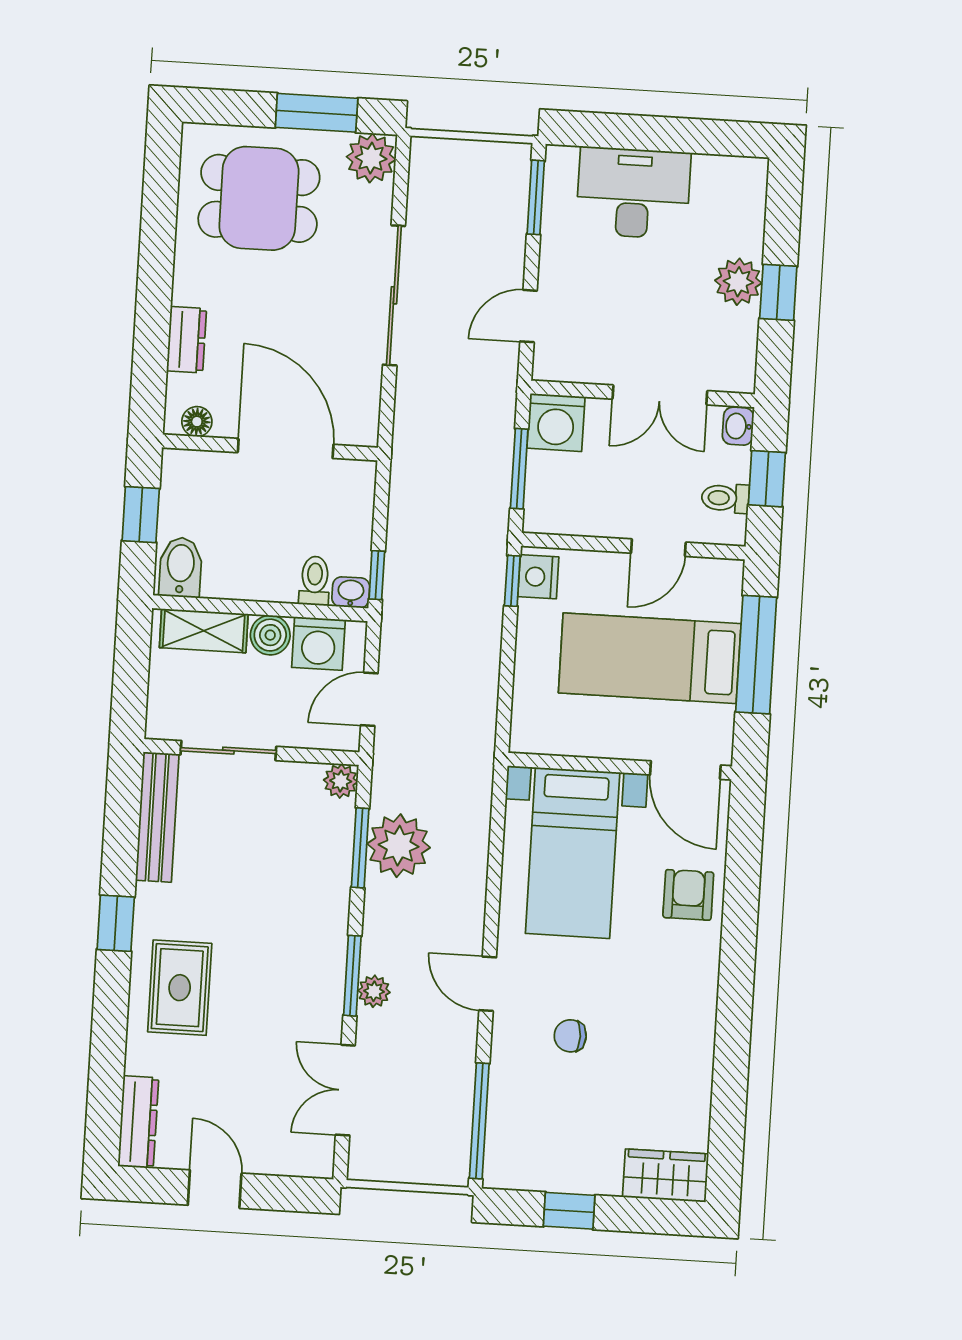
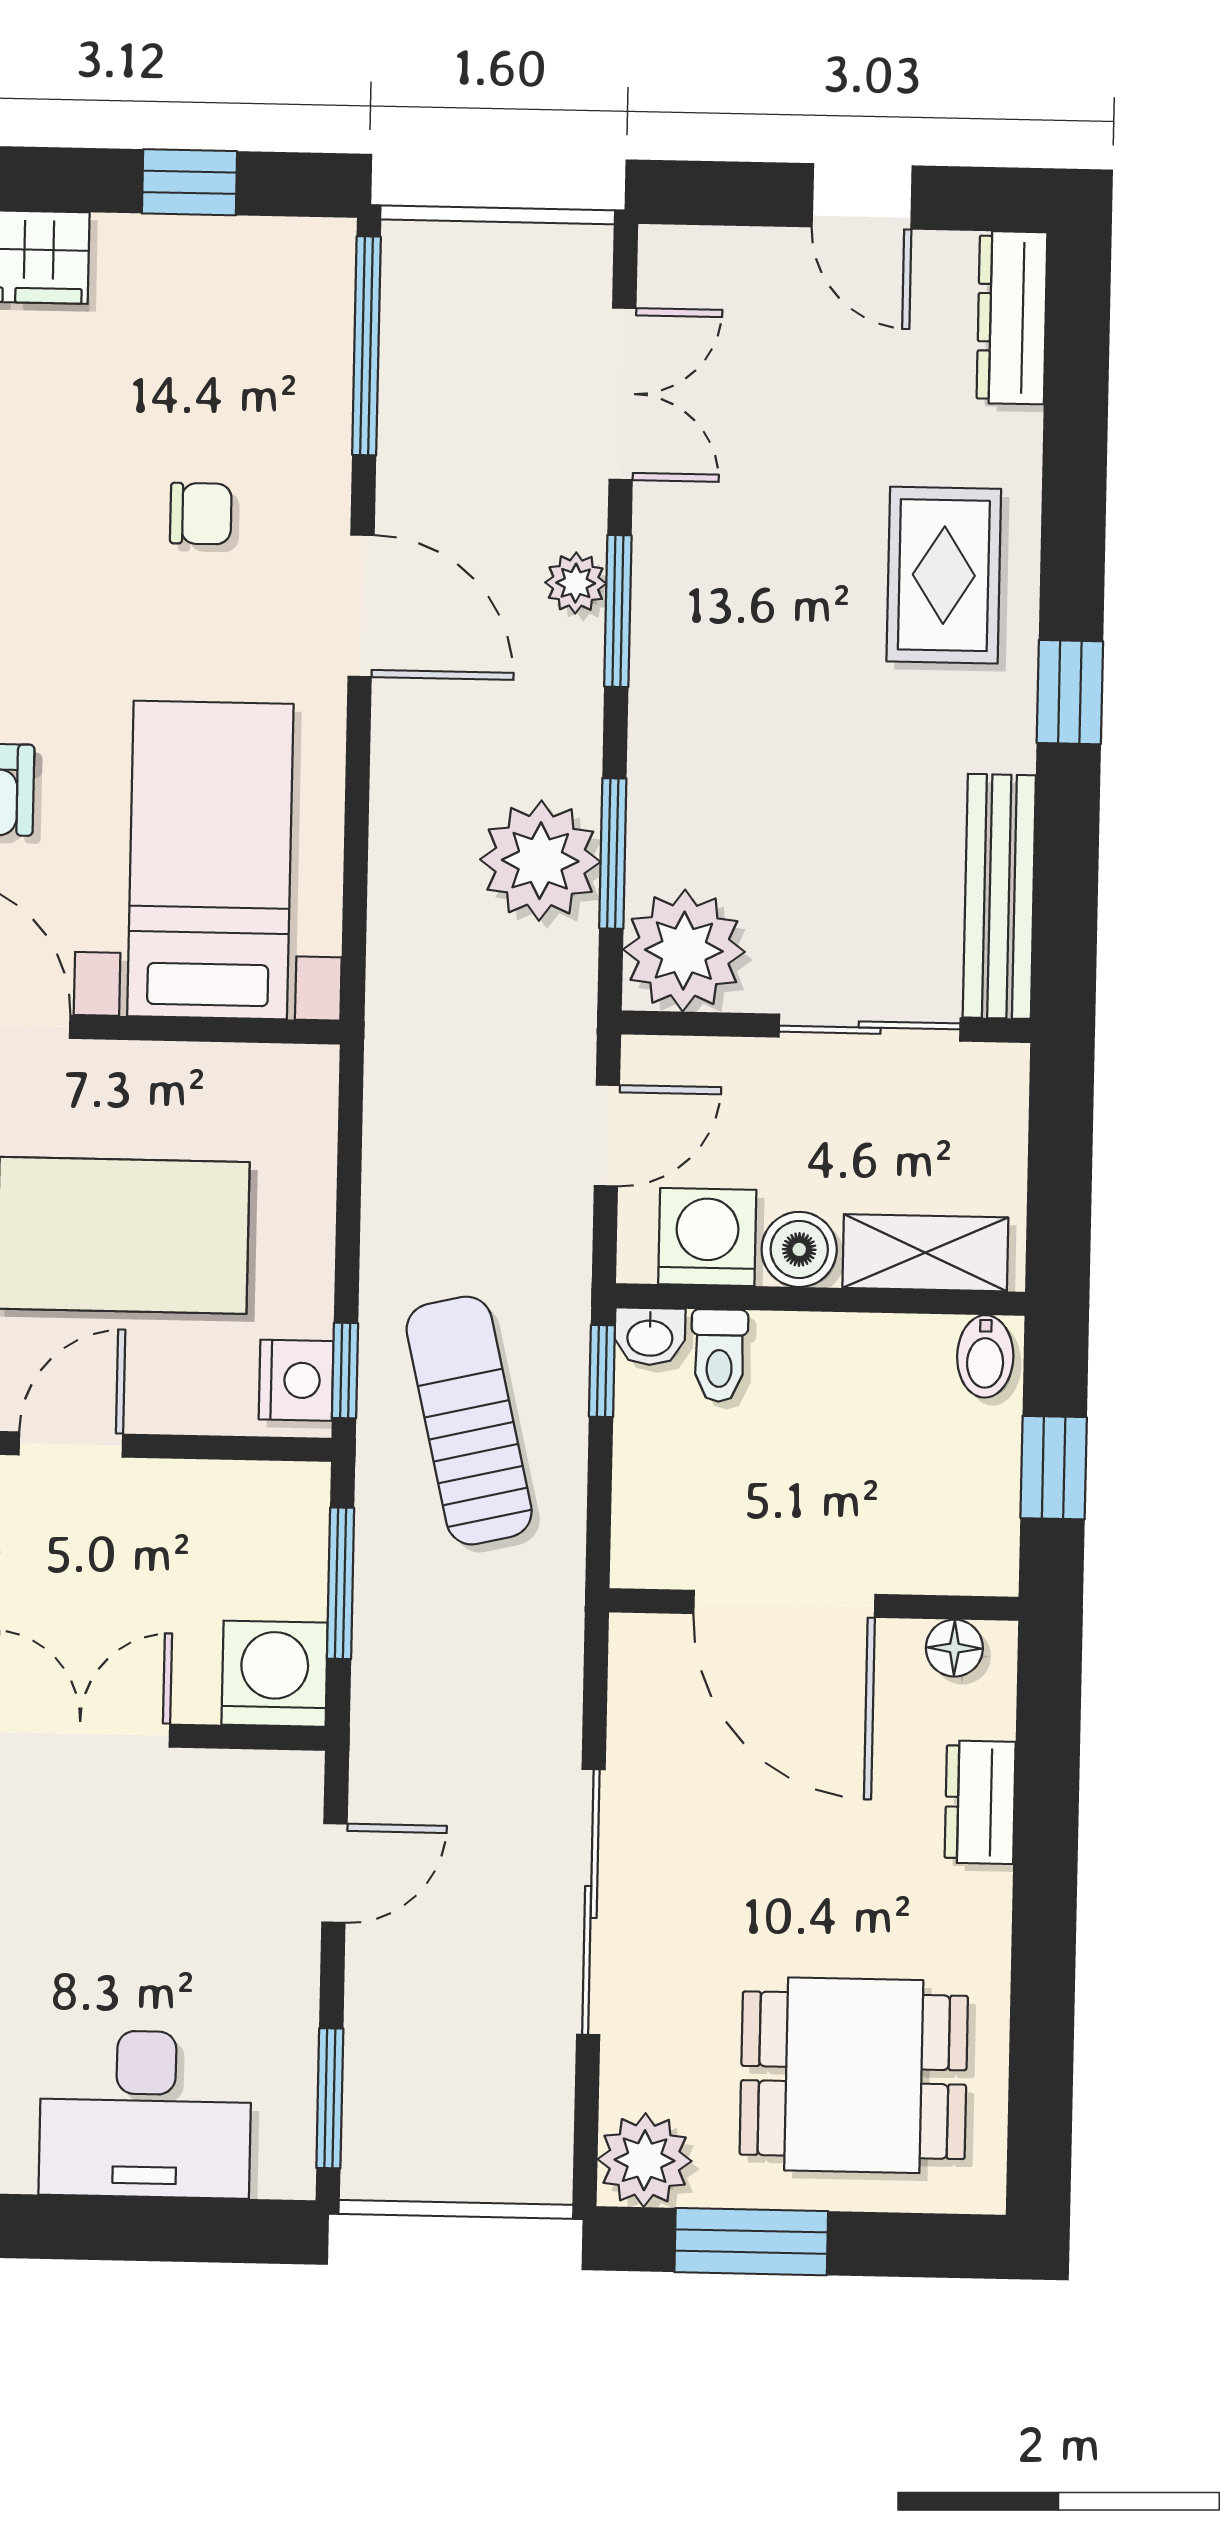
sun lounger: (448, 552) -> (469, 1421), added
bidet: (181, 567) -> (985, 1356), width x0.72, depth x0.74
plant: (341, 781) -> (684, 951), width x1.88, depth x1.88
door: (488, 984) -> (361, 606), width x1.38

